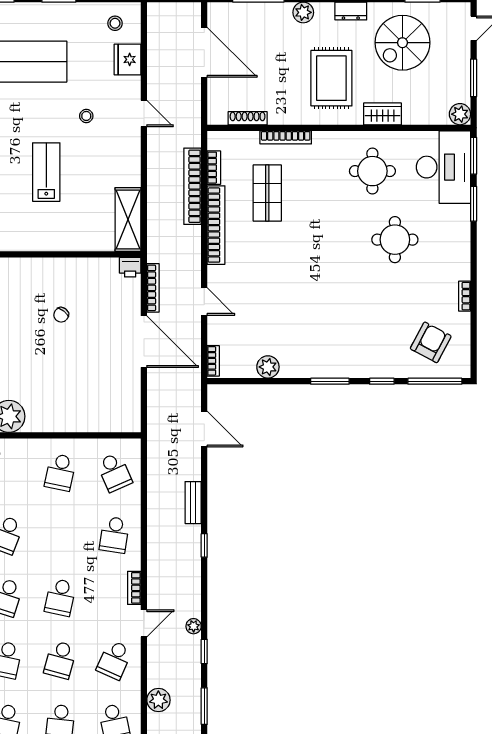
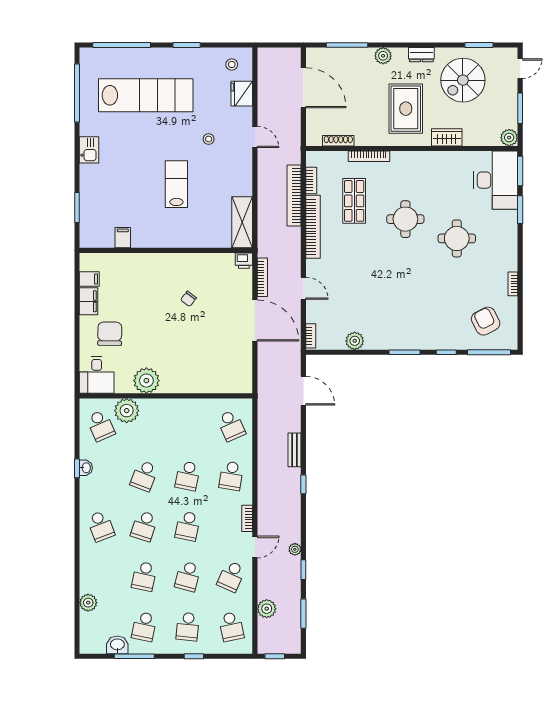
round table: (372, 171) -> (405, 219), moved
armchair: (431, 342) -> (486, 321), turned -55
school desk: (60, 472) -> (188, 476), moved

